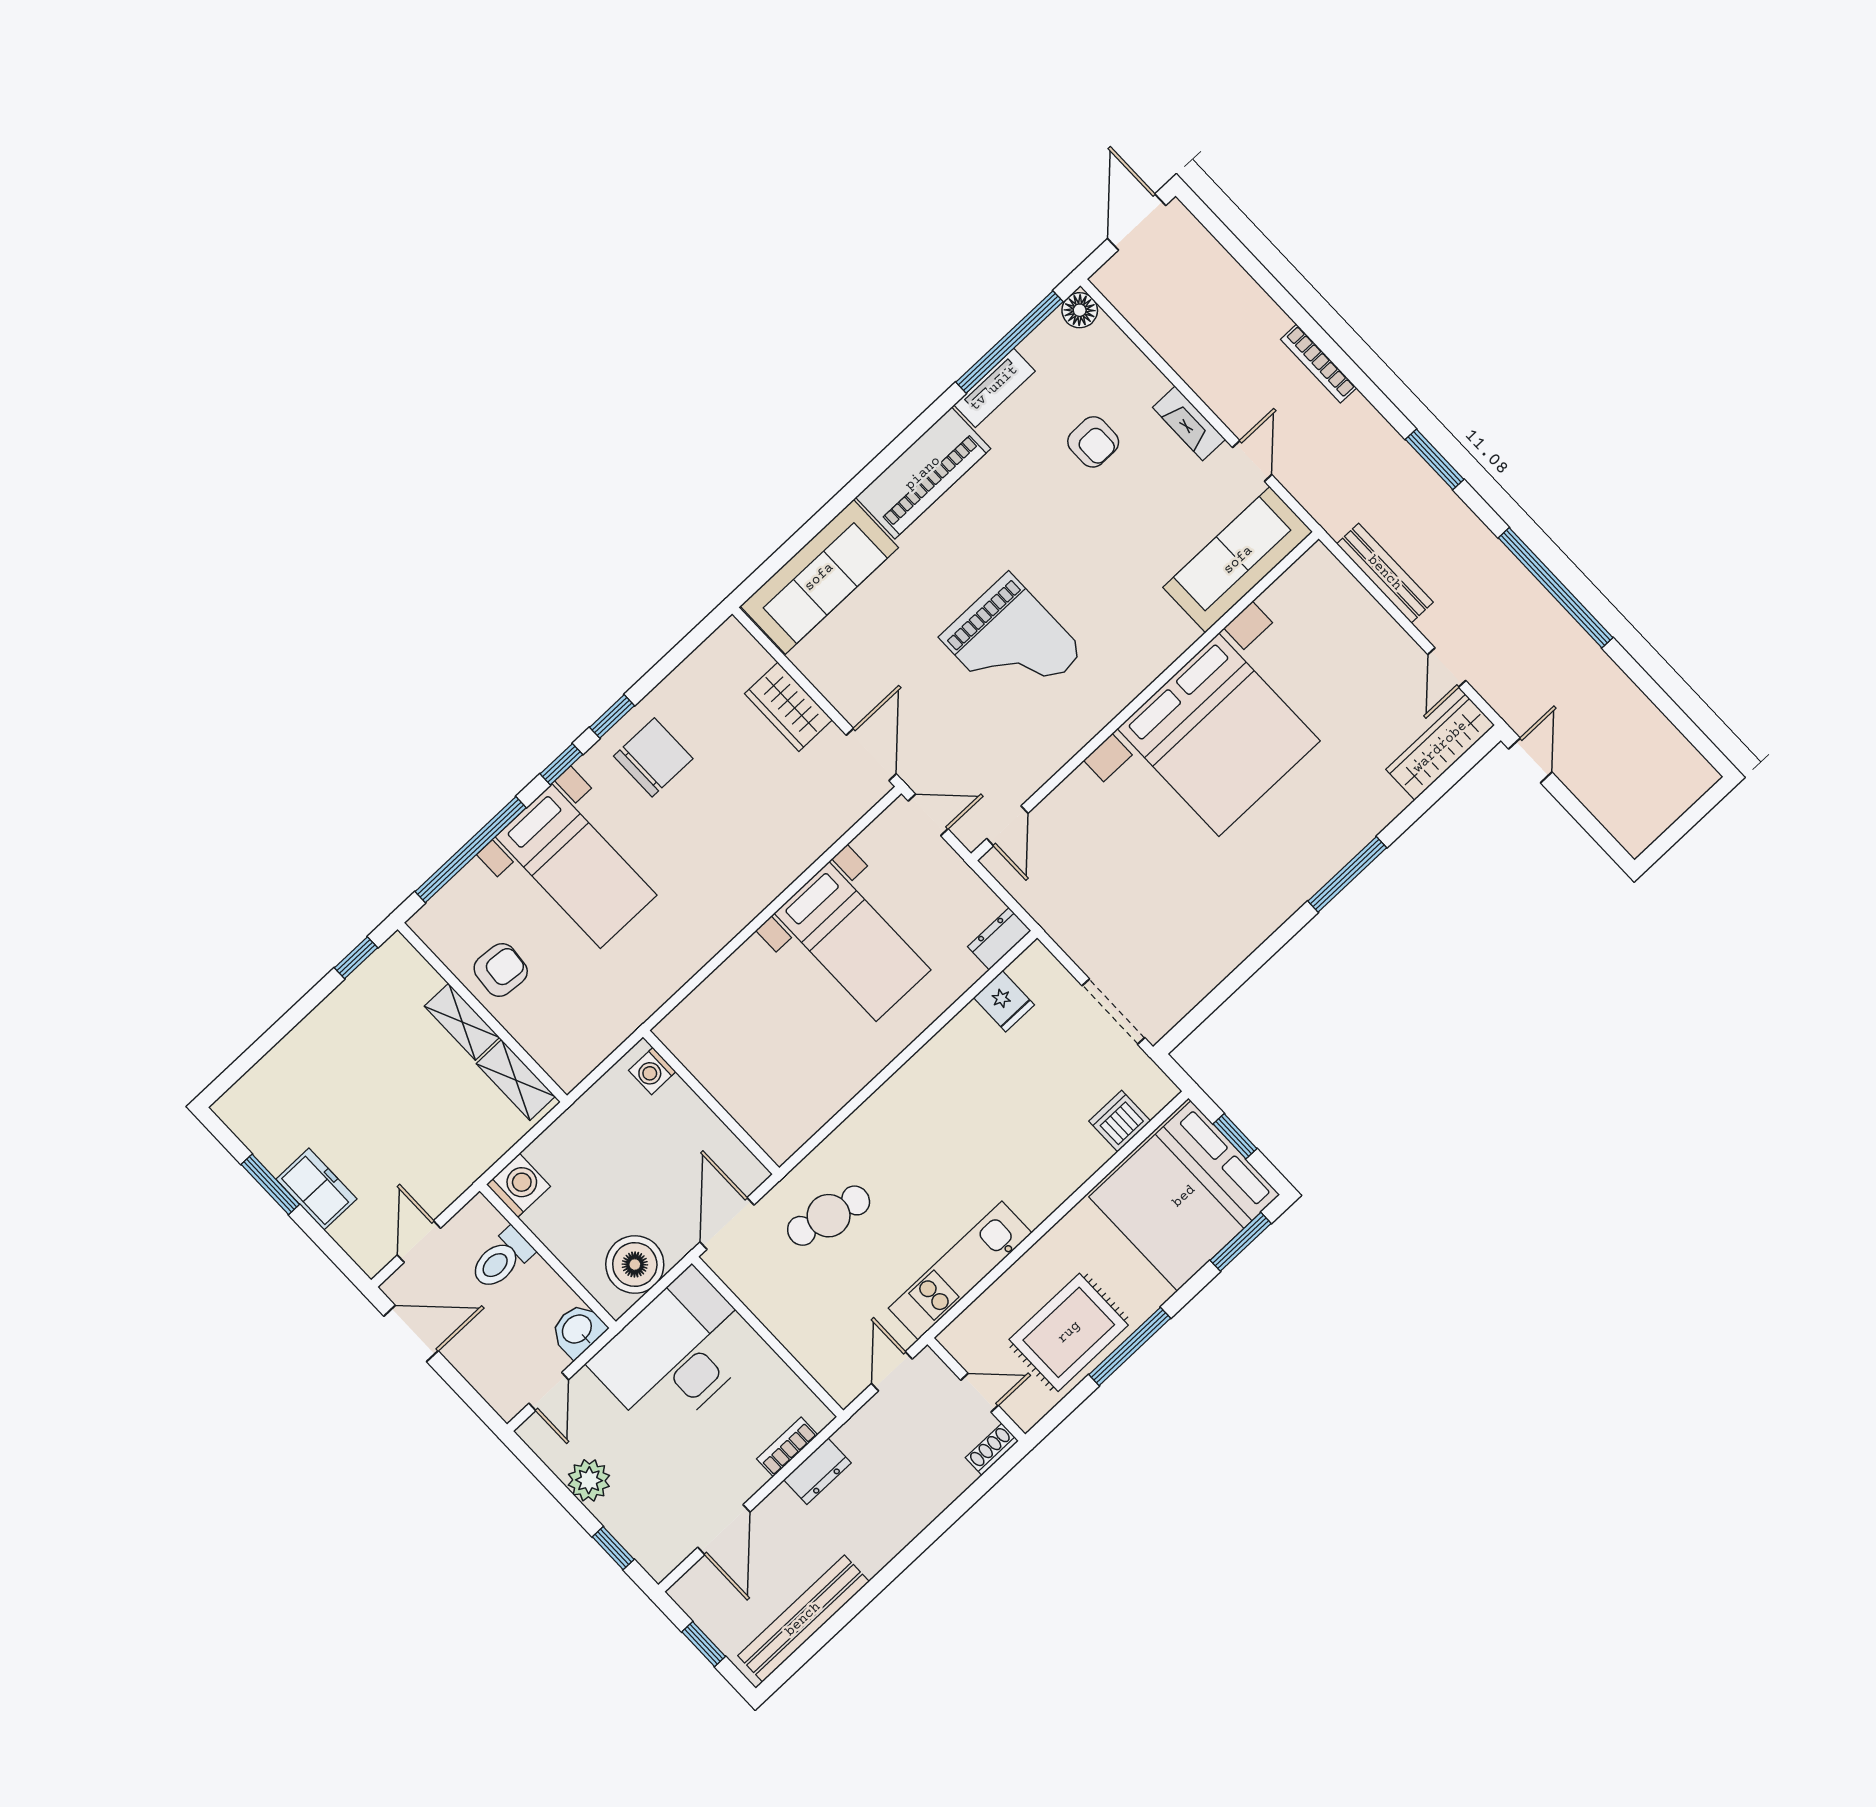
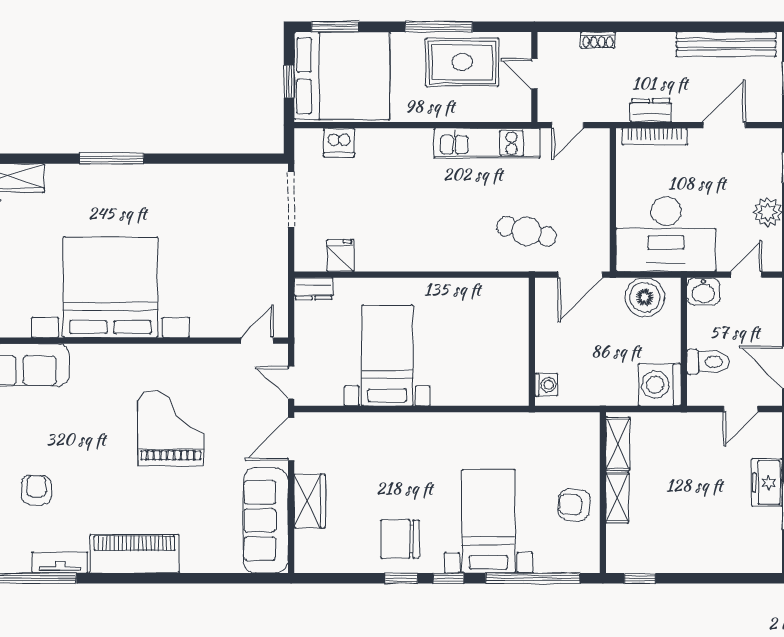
sofa: (819, 577) -> (266, 520), moved, turned -90
washing machine: (518, 1185) -> (660, 385), width x1.37, depth x1.37
bookcase: (787, 1447) -> (654, 137), width x1.56
shoe rack: (992, 1449) -> (598, 40), moved

